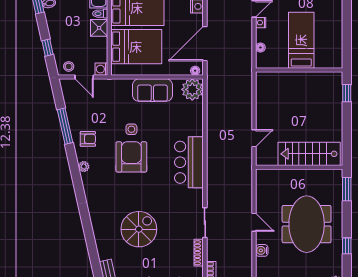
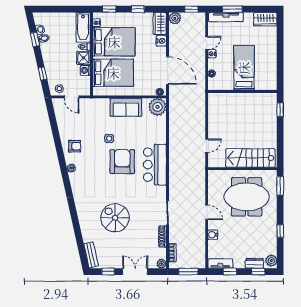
door: (205, 44) -> (167, 70), swing flipped
washing machine: (101, 69) -> (85, 70), moved
window: (65, 126) -> (56, 136), removed
armchair: (131, 157) -> (122, 162), moved
meeting table: (307, 224) -> (247, 197), moved, turned 90
spiral stairs: (139, 229) -> (115, 218), turned -90

